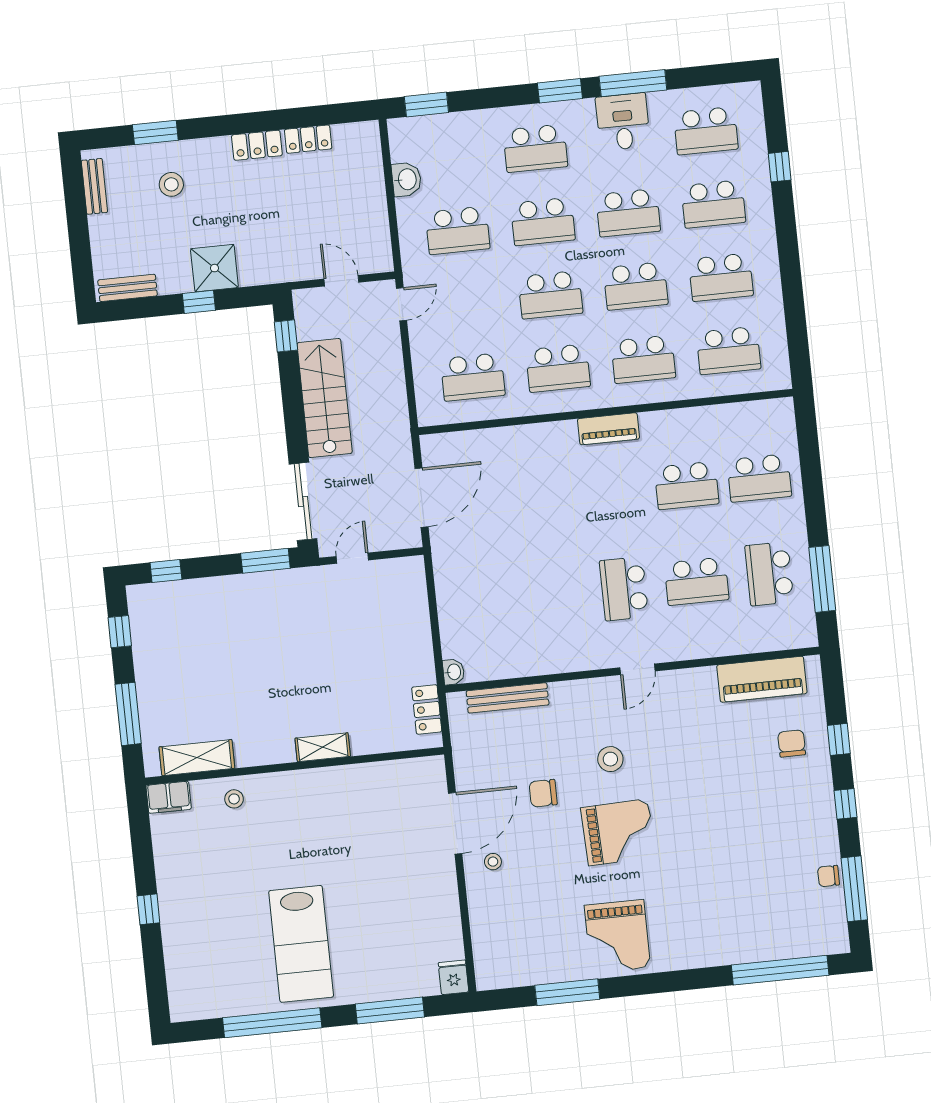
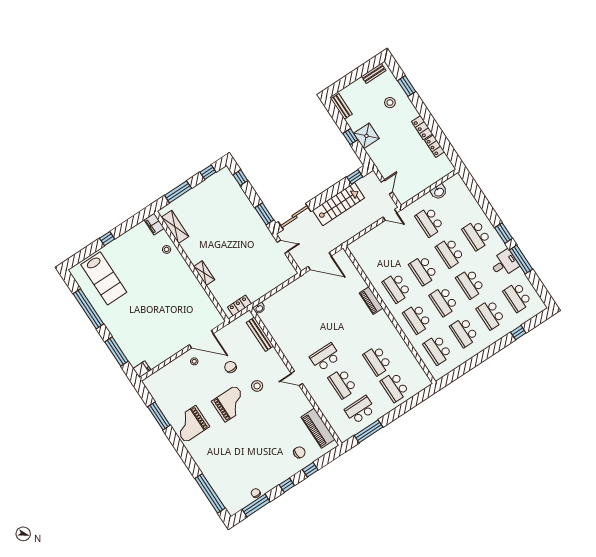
window: (426, 105) -> (472, 185), removed
school desk: (473, 377) -> (376, 257), removed
piano: (609, 429) -> (371, 301), moved
grand piano: (618, 832) -> (231, 404), turned -88
lab bench: (301, 944) -> (104, 278), moved, turned -90

